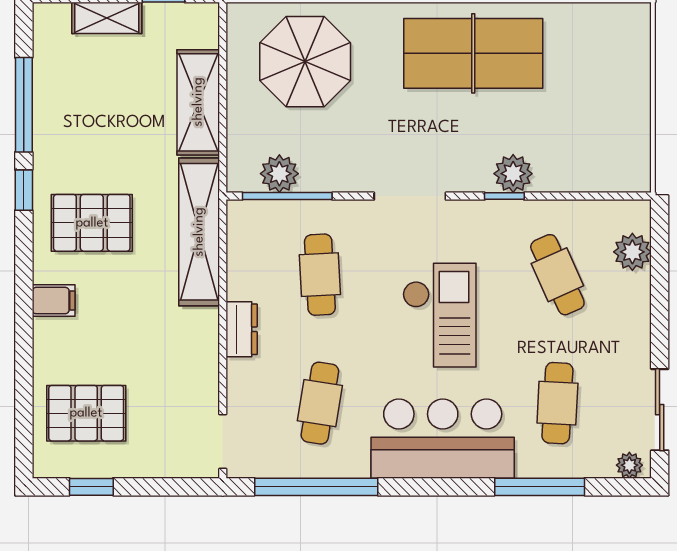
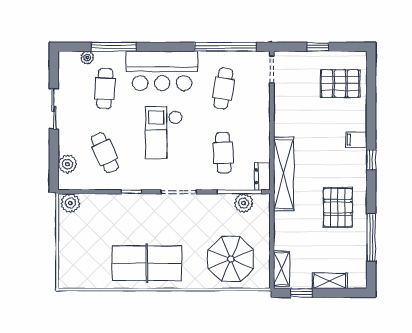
shelving: (198, 102) -> (281, 269), moved, width x0.67, depth x0.75
plant: (513, 174) -> (70, 203), moved
window: (24, 190) -> (371, 160), moved
pallet: (92, 223) -> (338, 207), moved, turned 90
dresser: (242, 329) -> (262, 176), moved
sliding door: (660, 410) -> (54, 109), moved
plant: (629, 465) -> (87, 58), moved
window: (91, 487) -> (318, 47), moved

